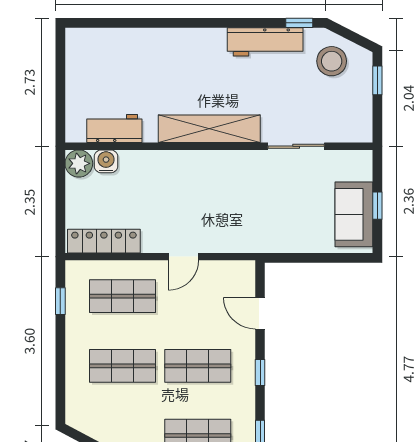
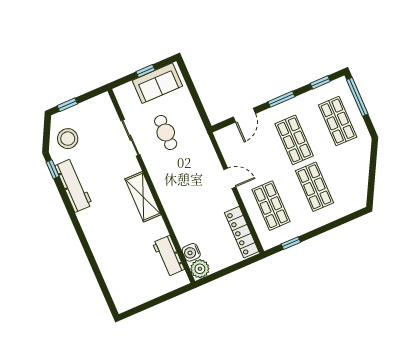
shelving: (209, 129) -> (143, 197), width x0.68
cafe table: (283, 197) -> (166, 132), added
window: (260, 372) -> (281, 99), width x1.50

